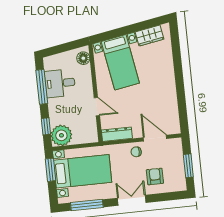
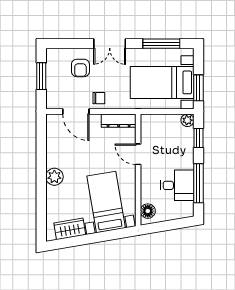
plant: (168, 79) -> (54, 177), added
plant: (61, 135) -> (187, 120), width x0.53, depth x0.53

